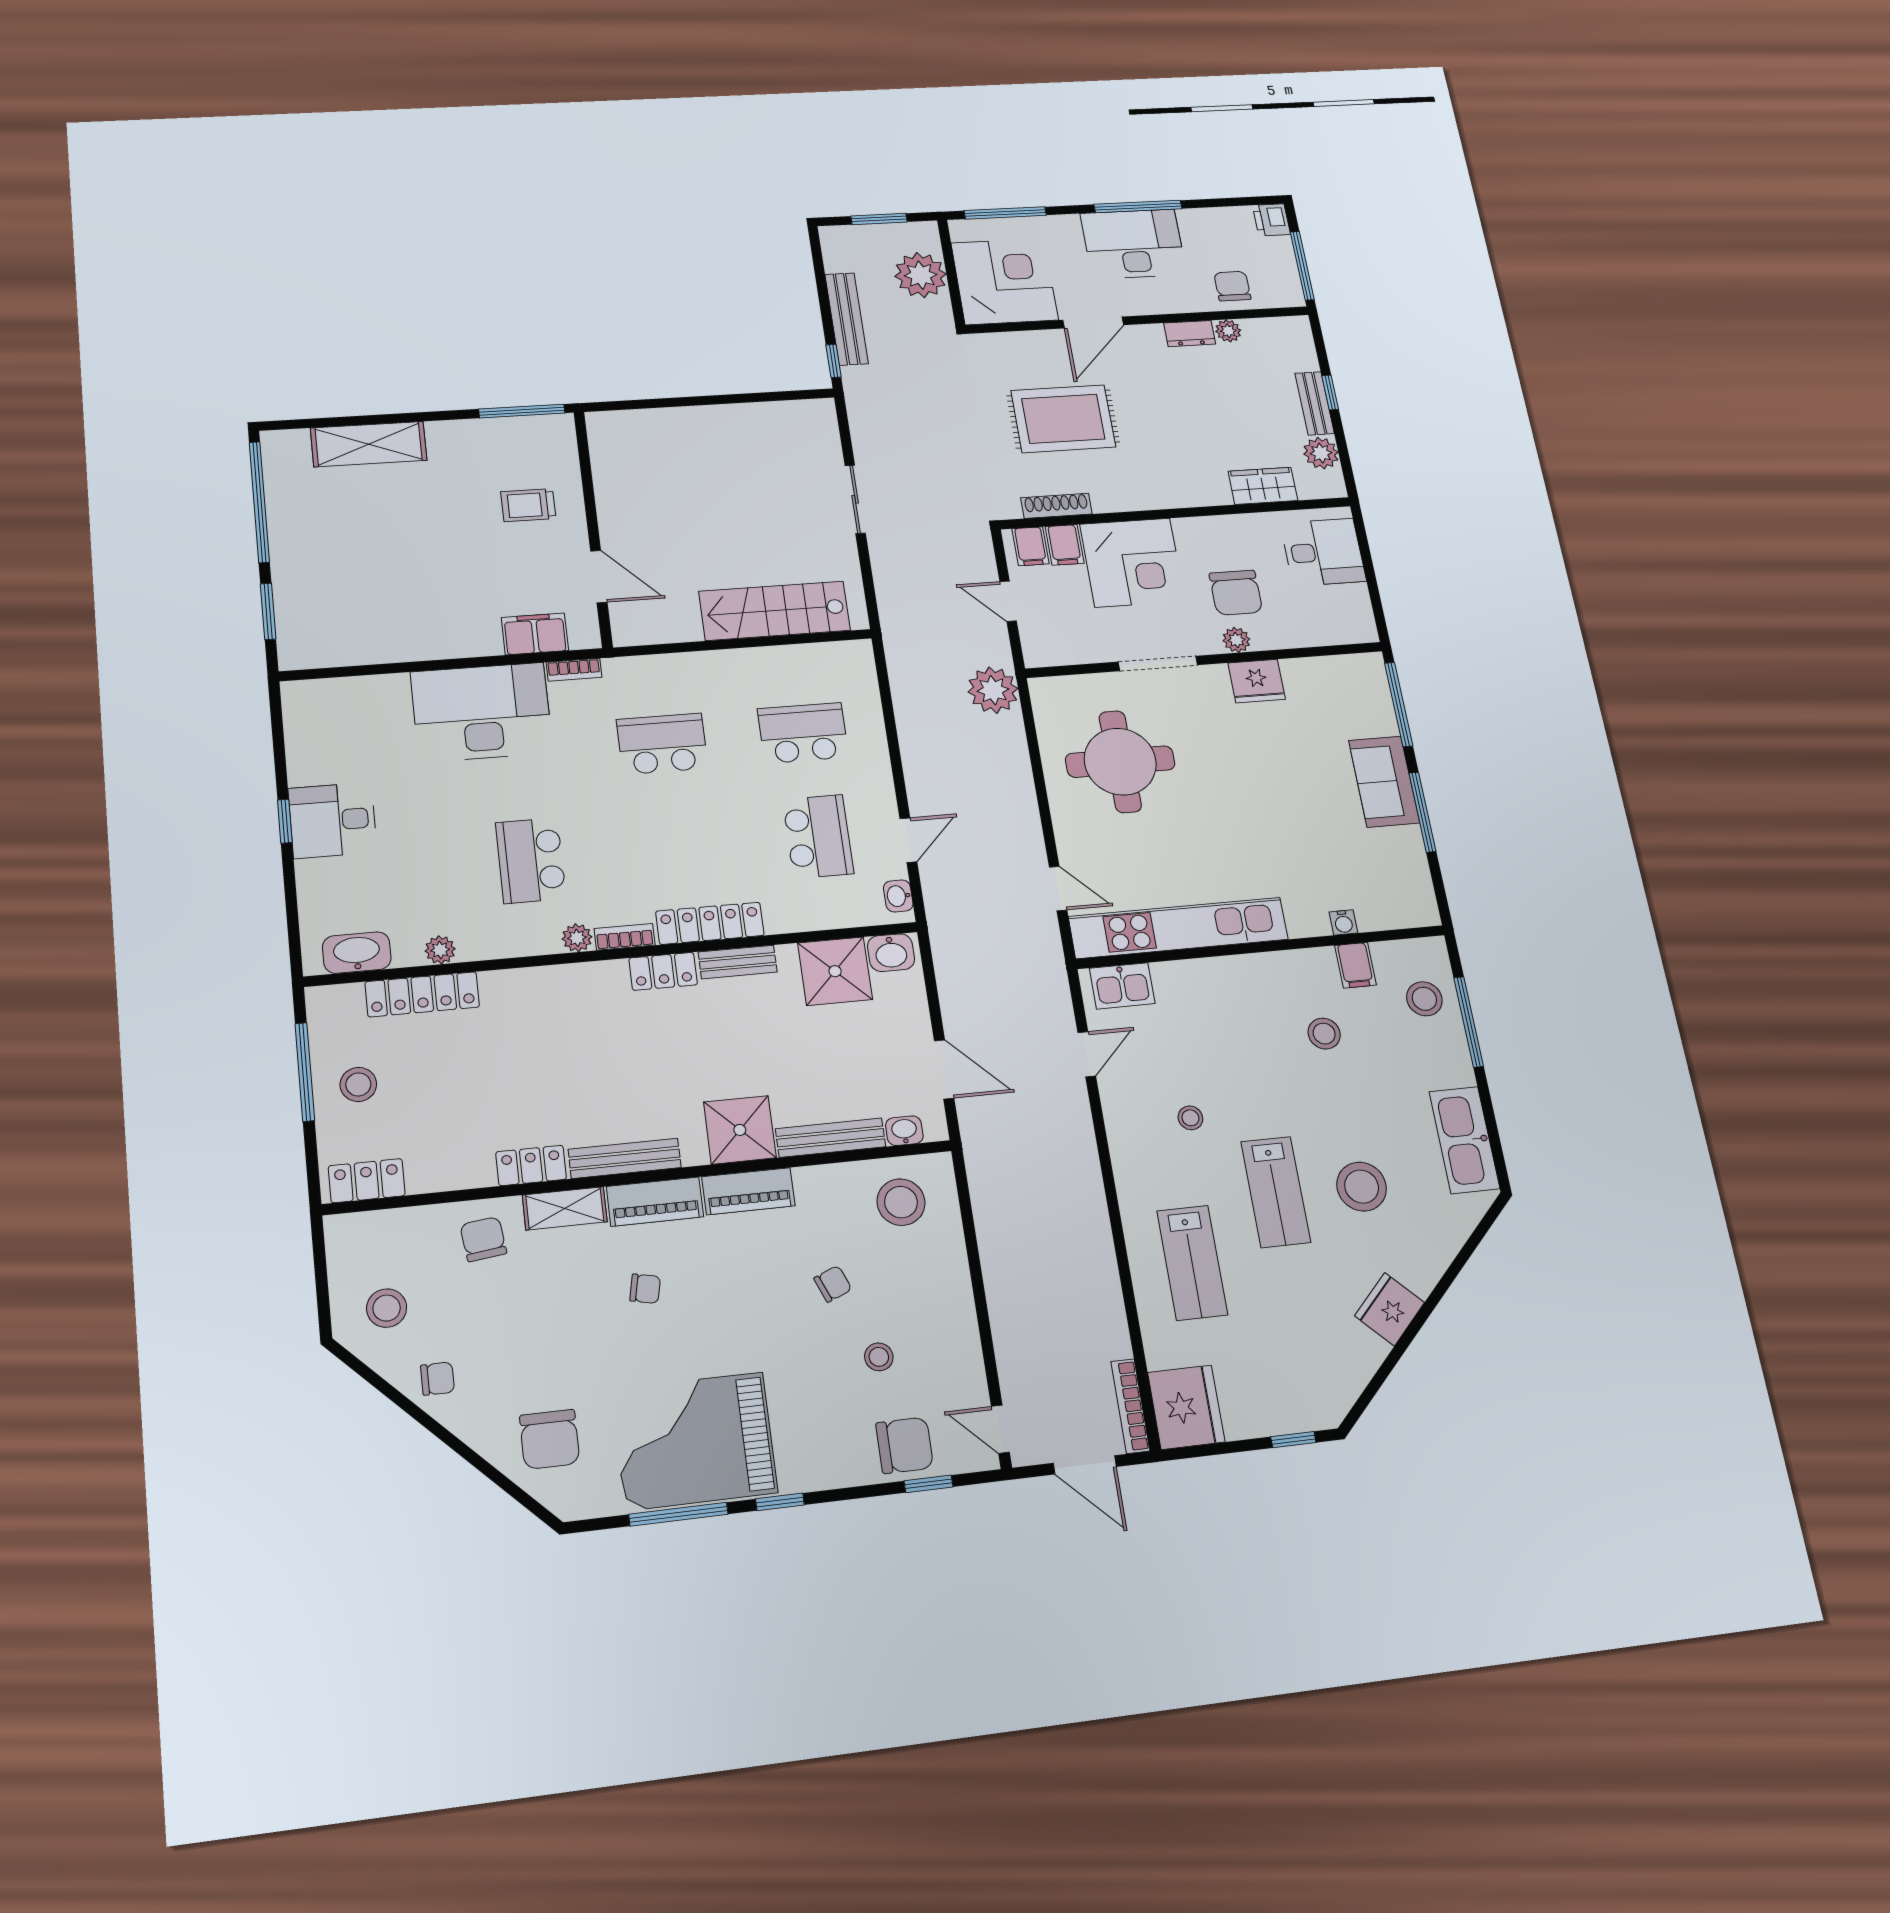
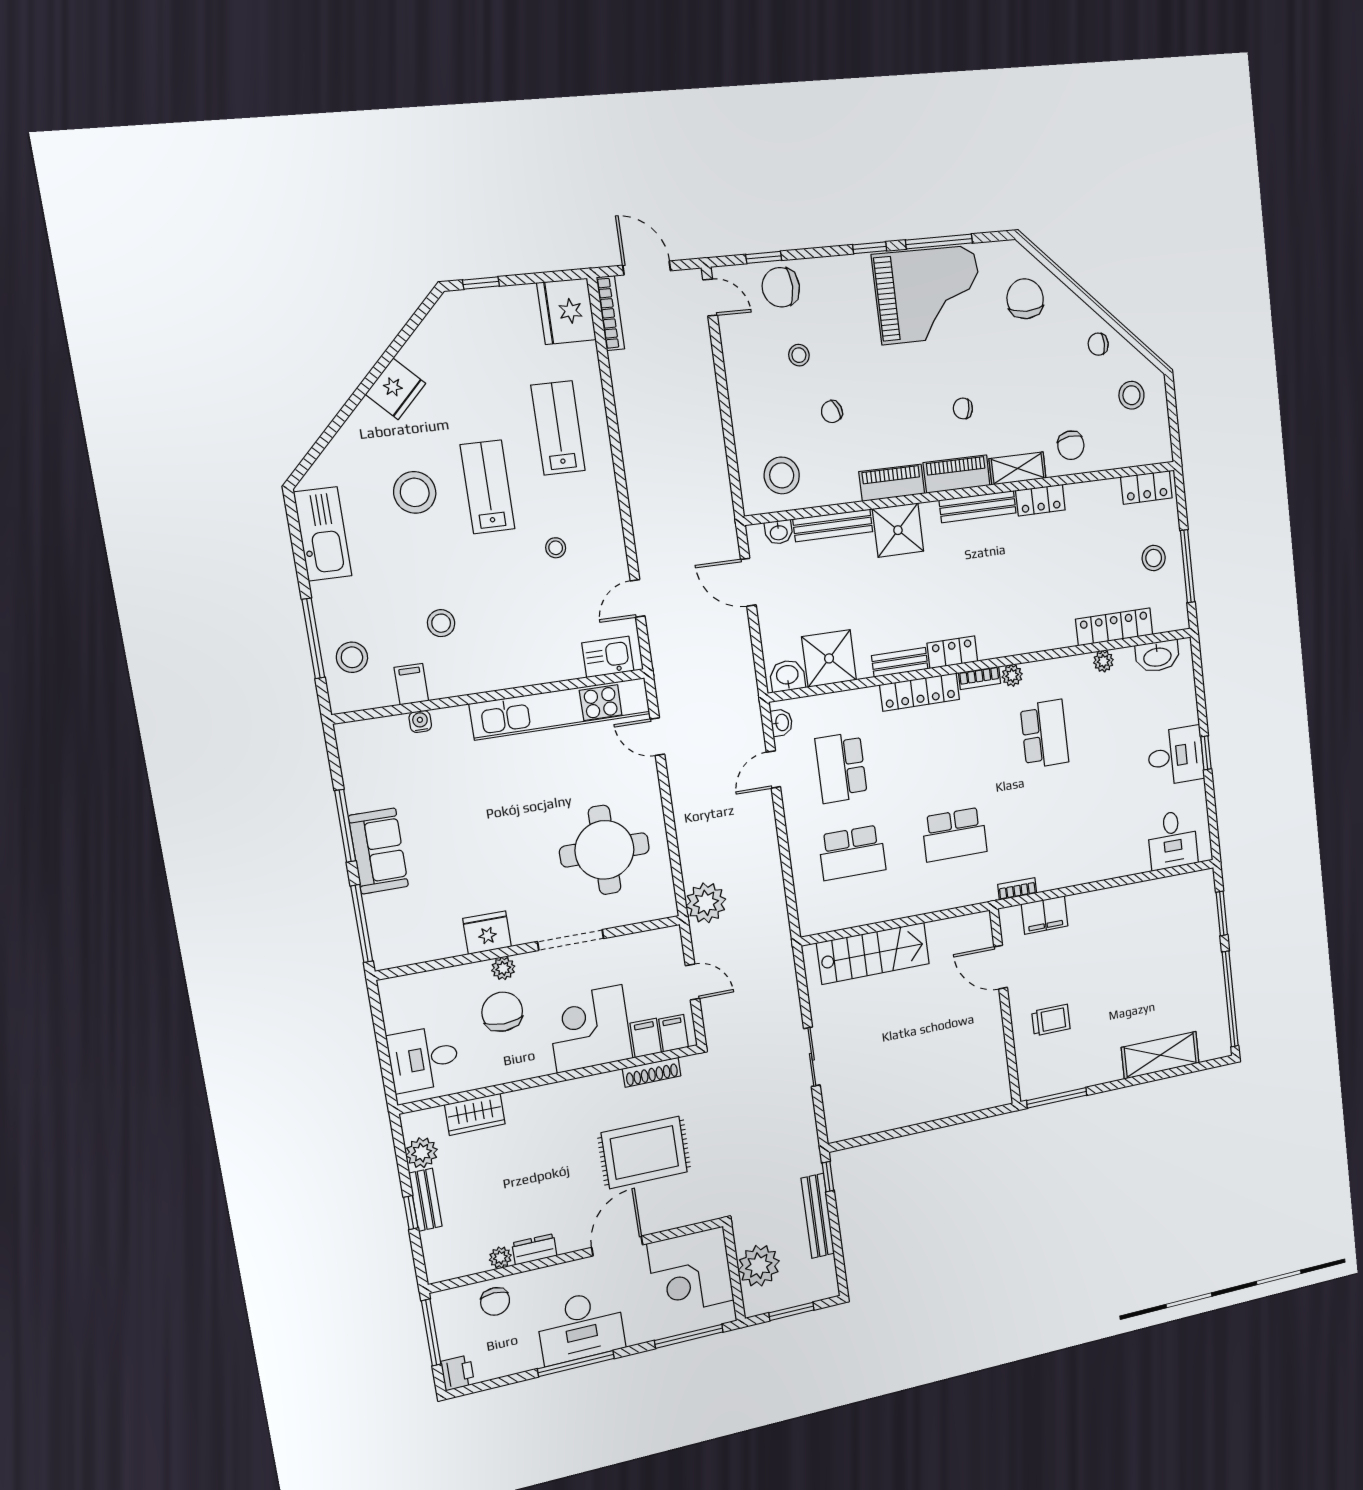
desk: (482, 712) -> (1172, 840), moved, width x0.53, depth x0.77

